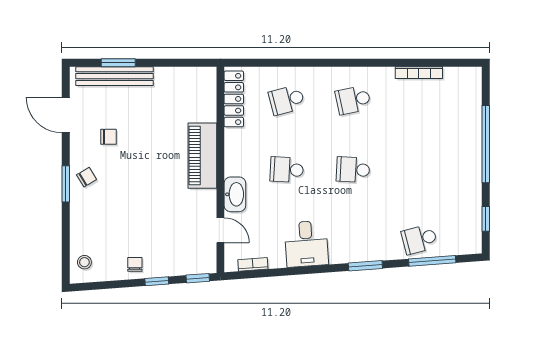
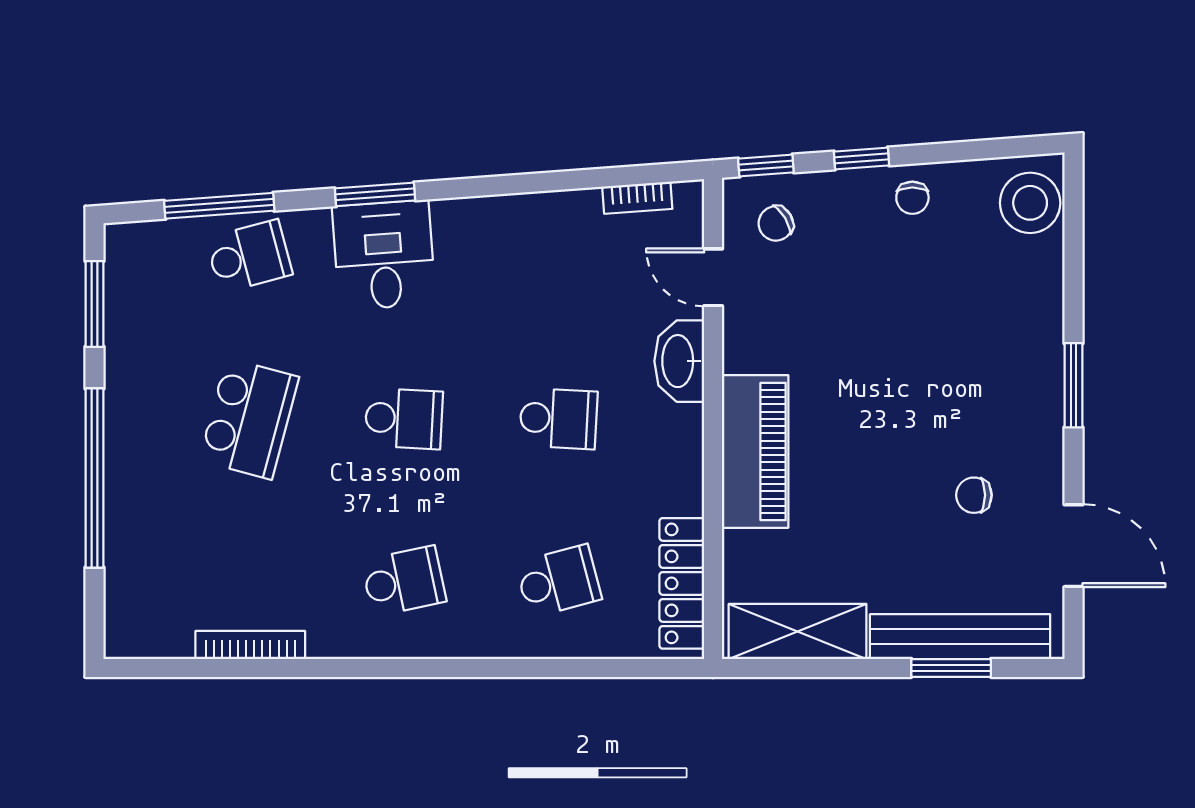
shelving: (184, 78) -> (798, 631), added
school desk: (419, 170) -> (249, 419), added
chair: (87, 177) -> (776, 223), moved
window: (486, 219) -> (94, 304), width x1.50
desk: (306, 244) -> (384, 255), moved
stool: (84, 262) -> (1030, 203), width x1.89, depth x1.89

